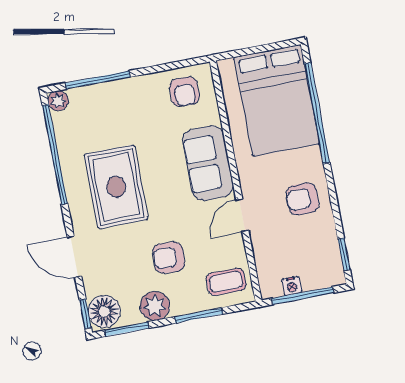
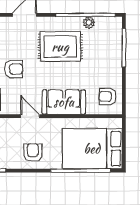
plant: (58, 101) -> (89, 23), moved
armchair: (169, 258) -> (14, 69), turned 87

